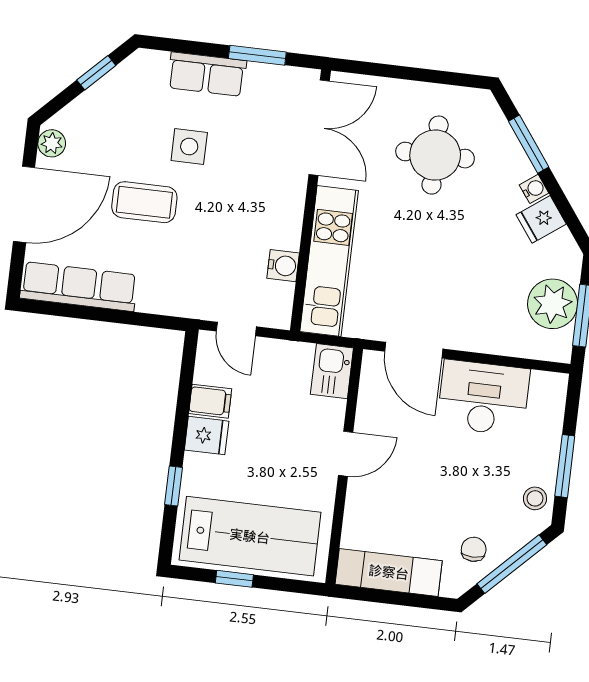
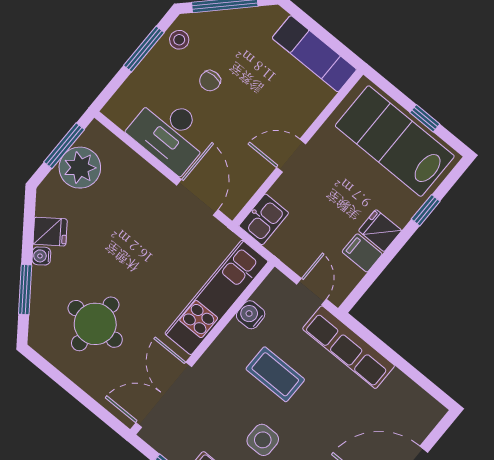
coffee table: (144, 202) -> (275, 374), moved
row of seats: (79, 287) -> (349, 347), moved
chair: (474, 549) -> (210, 81), moved

